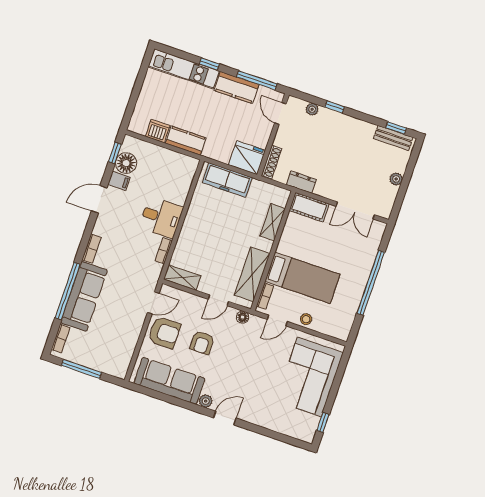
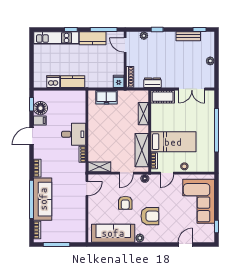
bench: (393, 138) -> (188, 36), moved
fridge: (247, 158) -> (119, 81), width x0.53, depth x0.75
freezer: (227, 180) -> (106, 97), width x0.71
armchair: (164, 332) -> (150, 216), moved
door: (225, 418) -> (185, 244), moved

